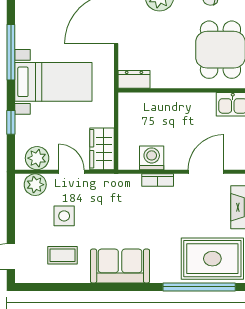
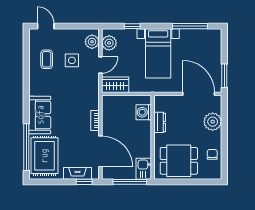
window: (11, 52) -> (190, 26), moved
dresser: (134, 79) -> (160, 122), moved
washing machine: (152, 158) -> (144, 112), moved, turned 180
door: (206, 172) -> (100, 151), width x1.36
sofa: (120, 266) -> (40, 115), moved

